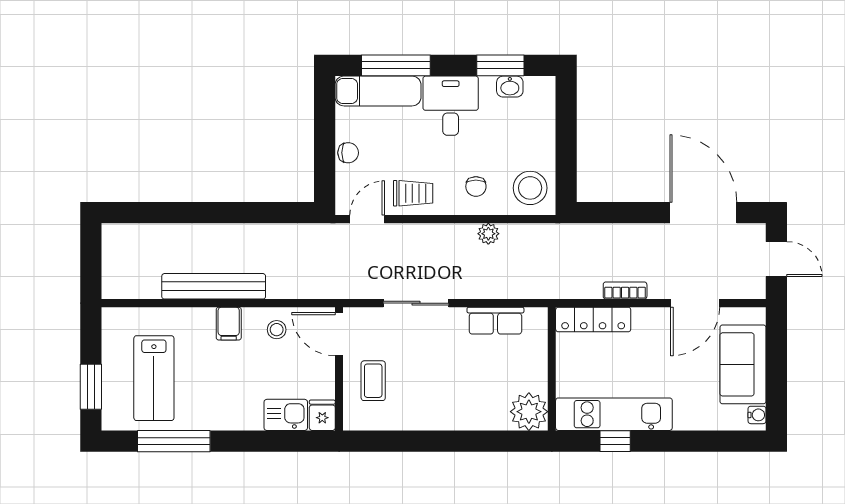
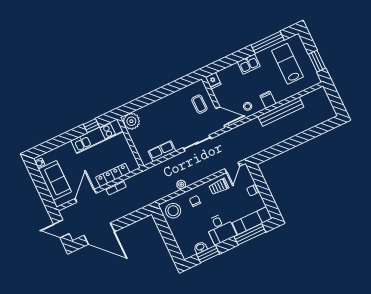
locker: (593, 319) -> (113, 175), moved
window: (91, 387) -> (317, 61), moved
kitchen sink: (286, 415) -> (249, 64), moved

